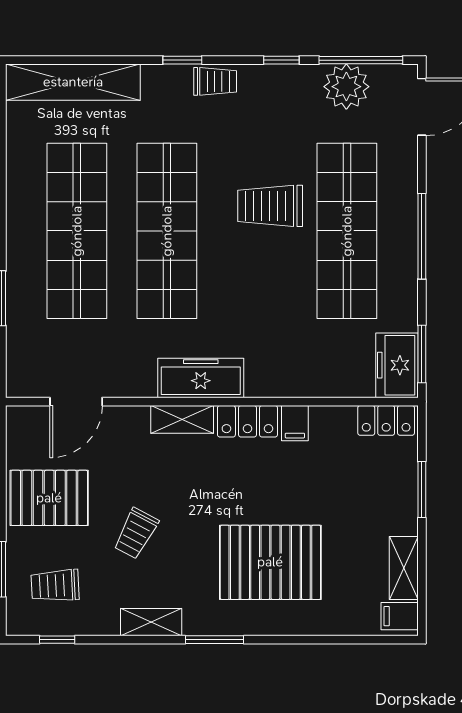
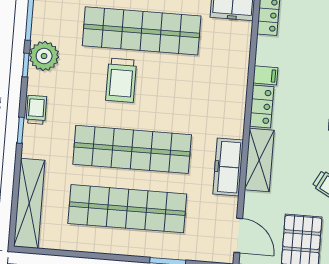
plant: (346, 87) -> (44, 56), moved
freezer: (201, 378) -> (228, 167), moved
door: (76, 402) -> (238, 235), moved
shelving: (182, 419) -> (259, 160), width x1.50, depth x1.33

